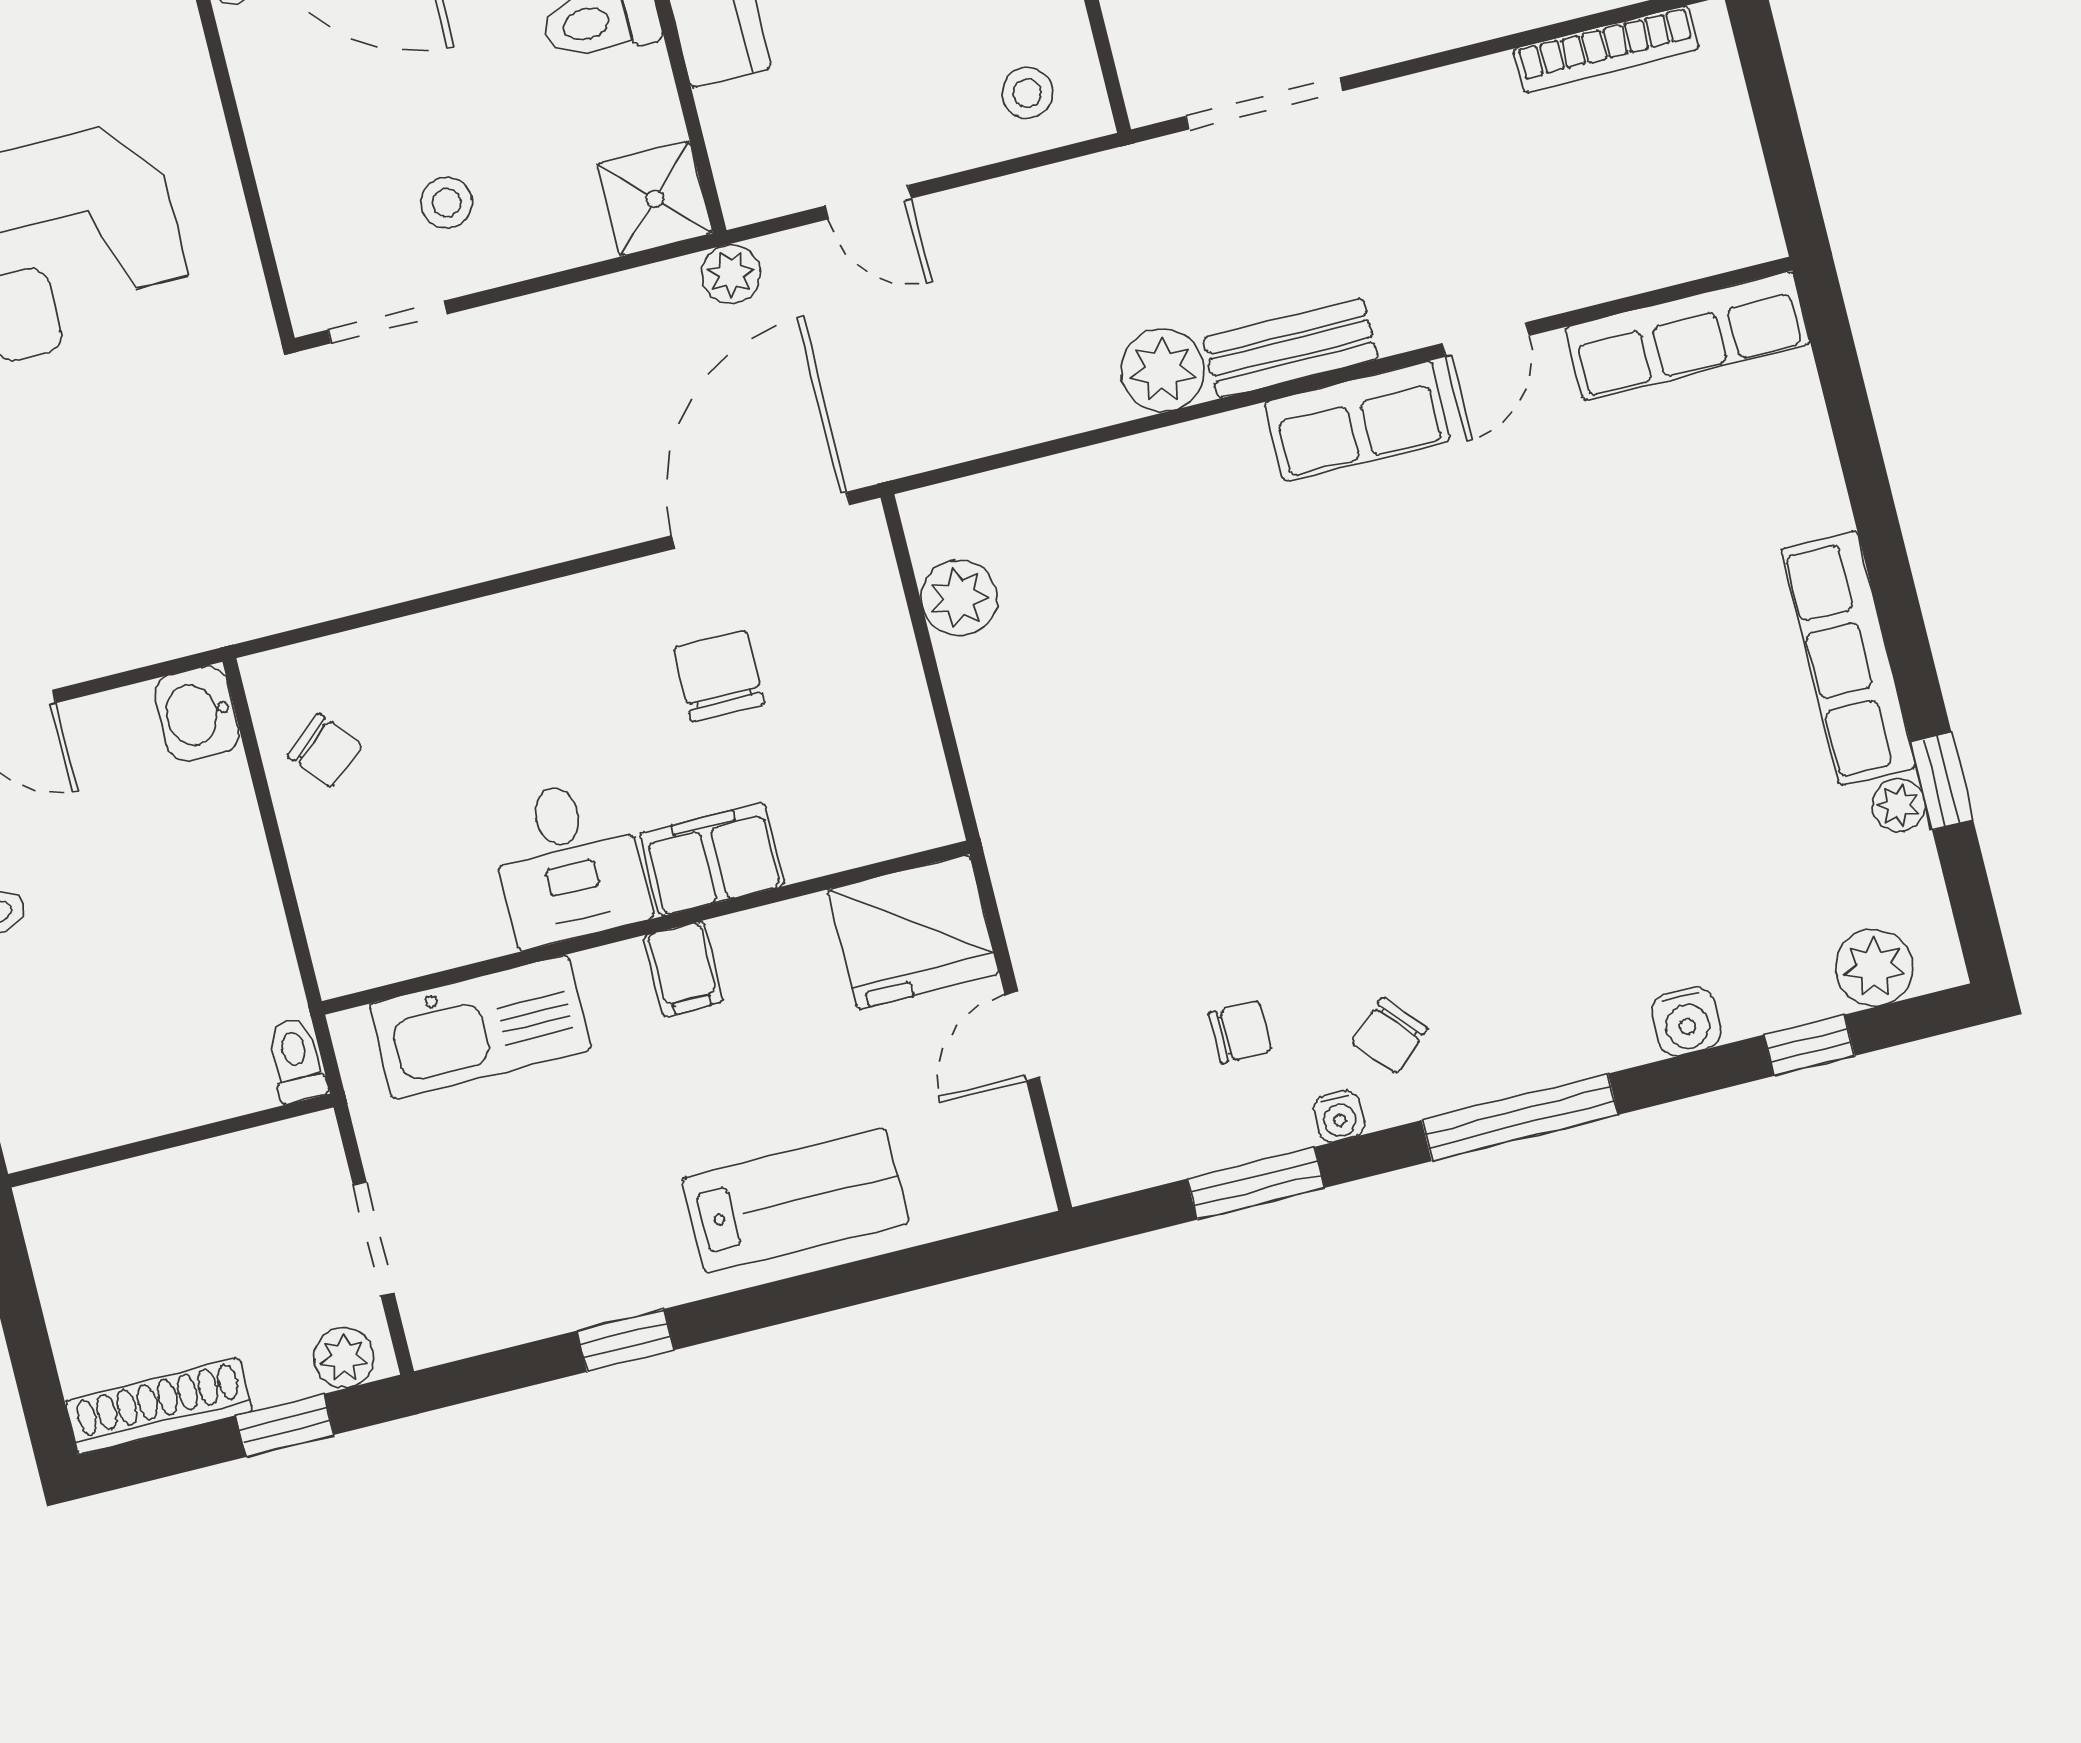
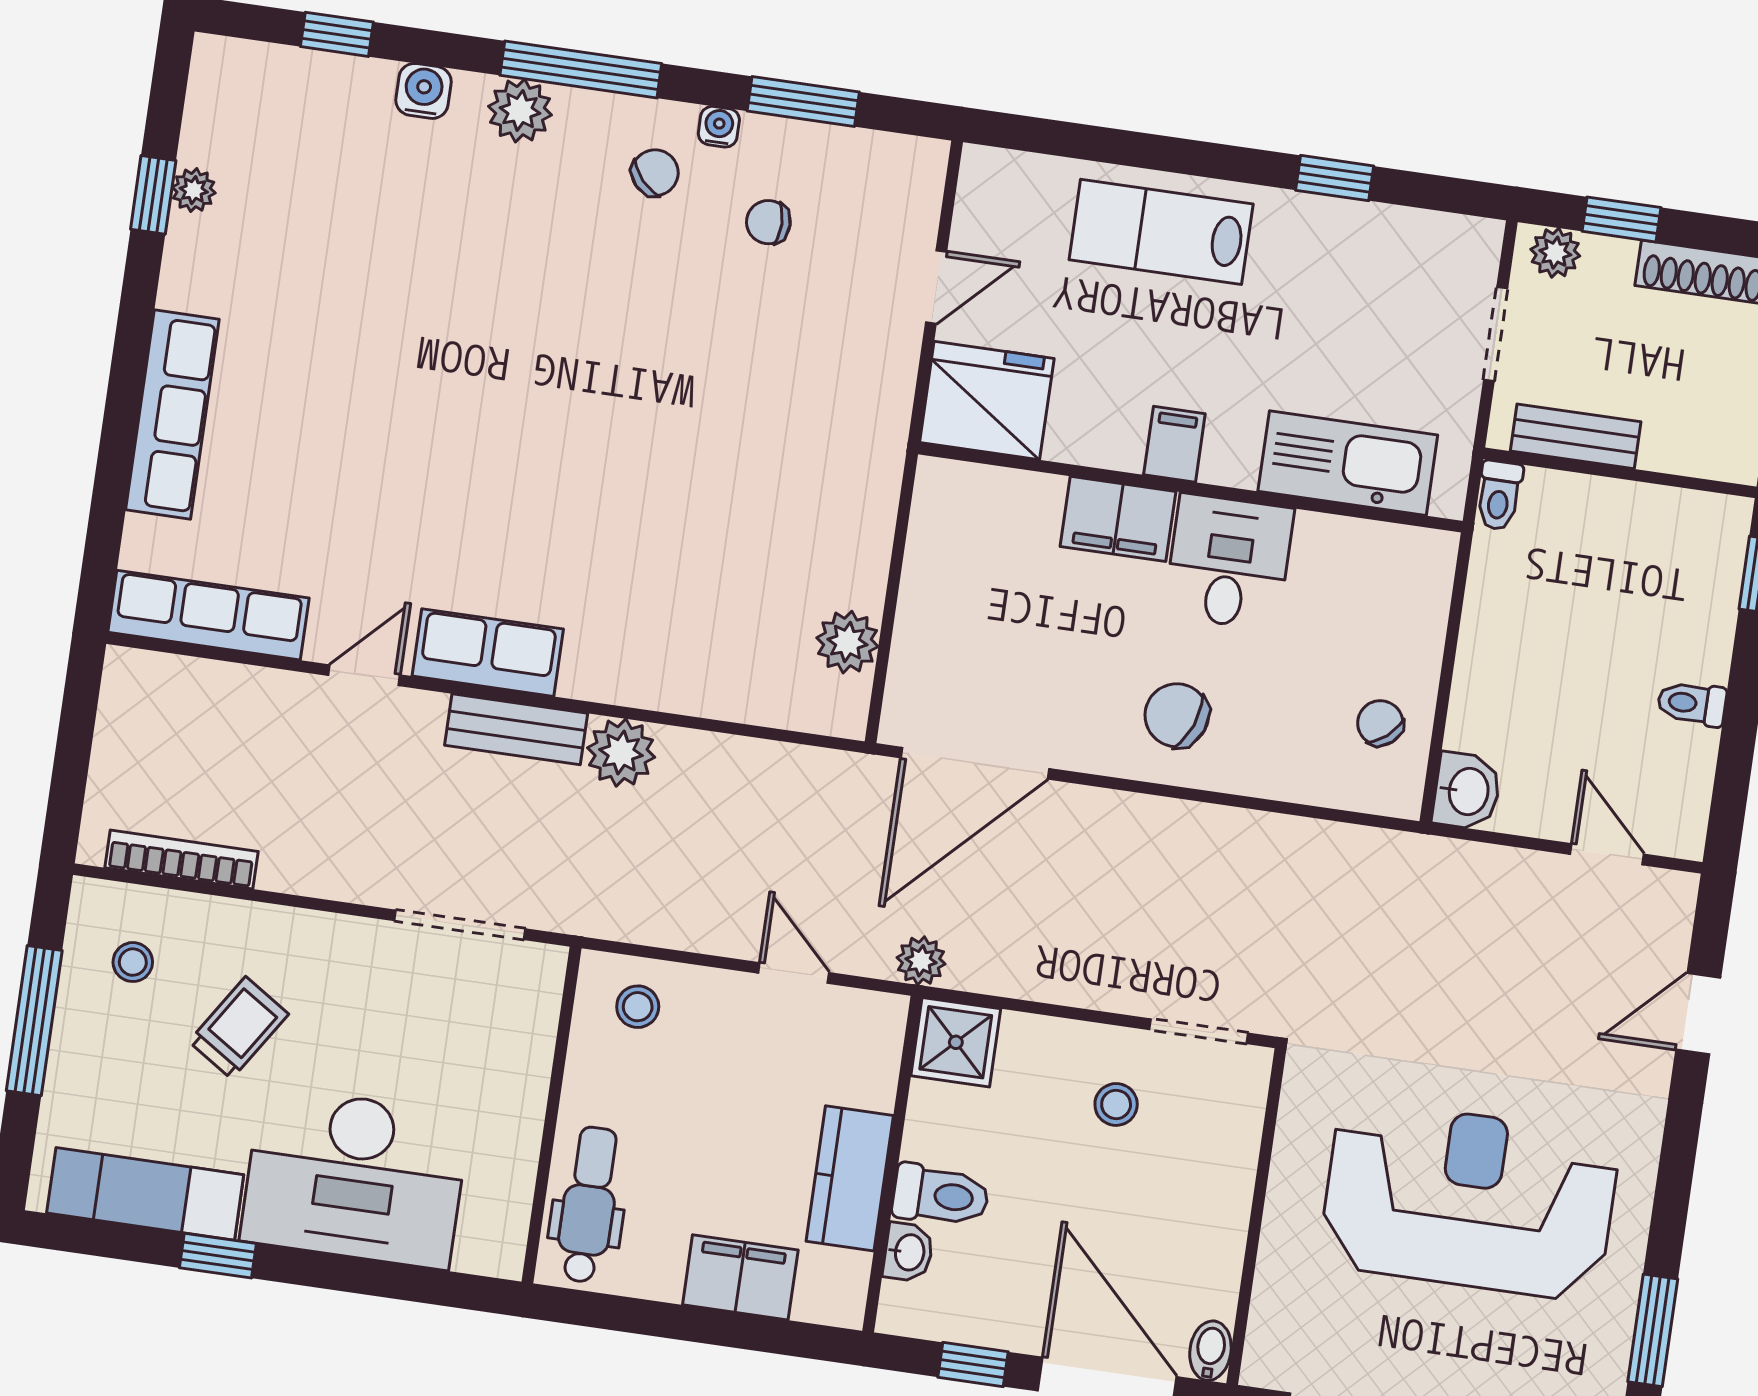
row of seats: (1848, 658) -> (172, 414), moved
chair: (719, 676) -> (1177, 715), moved, turned 111
plant: (1874, 967) -> (520, 111), moved
bench: (237, 1161) -> (1576, 436), added

